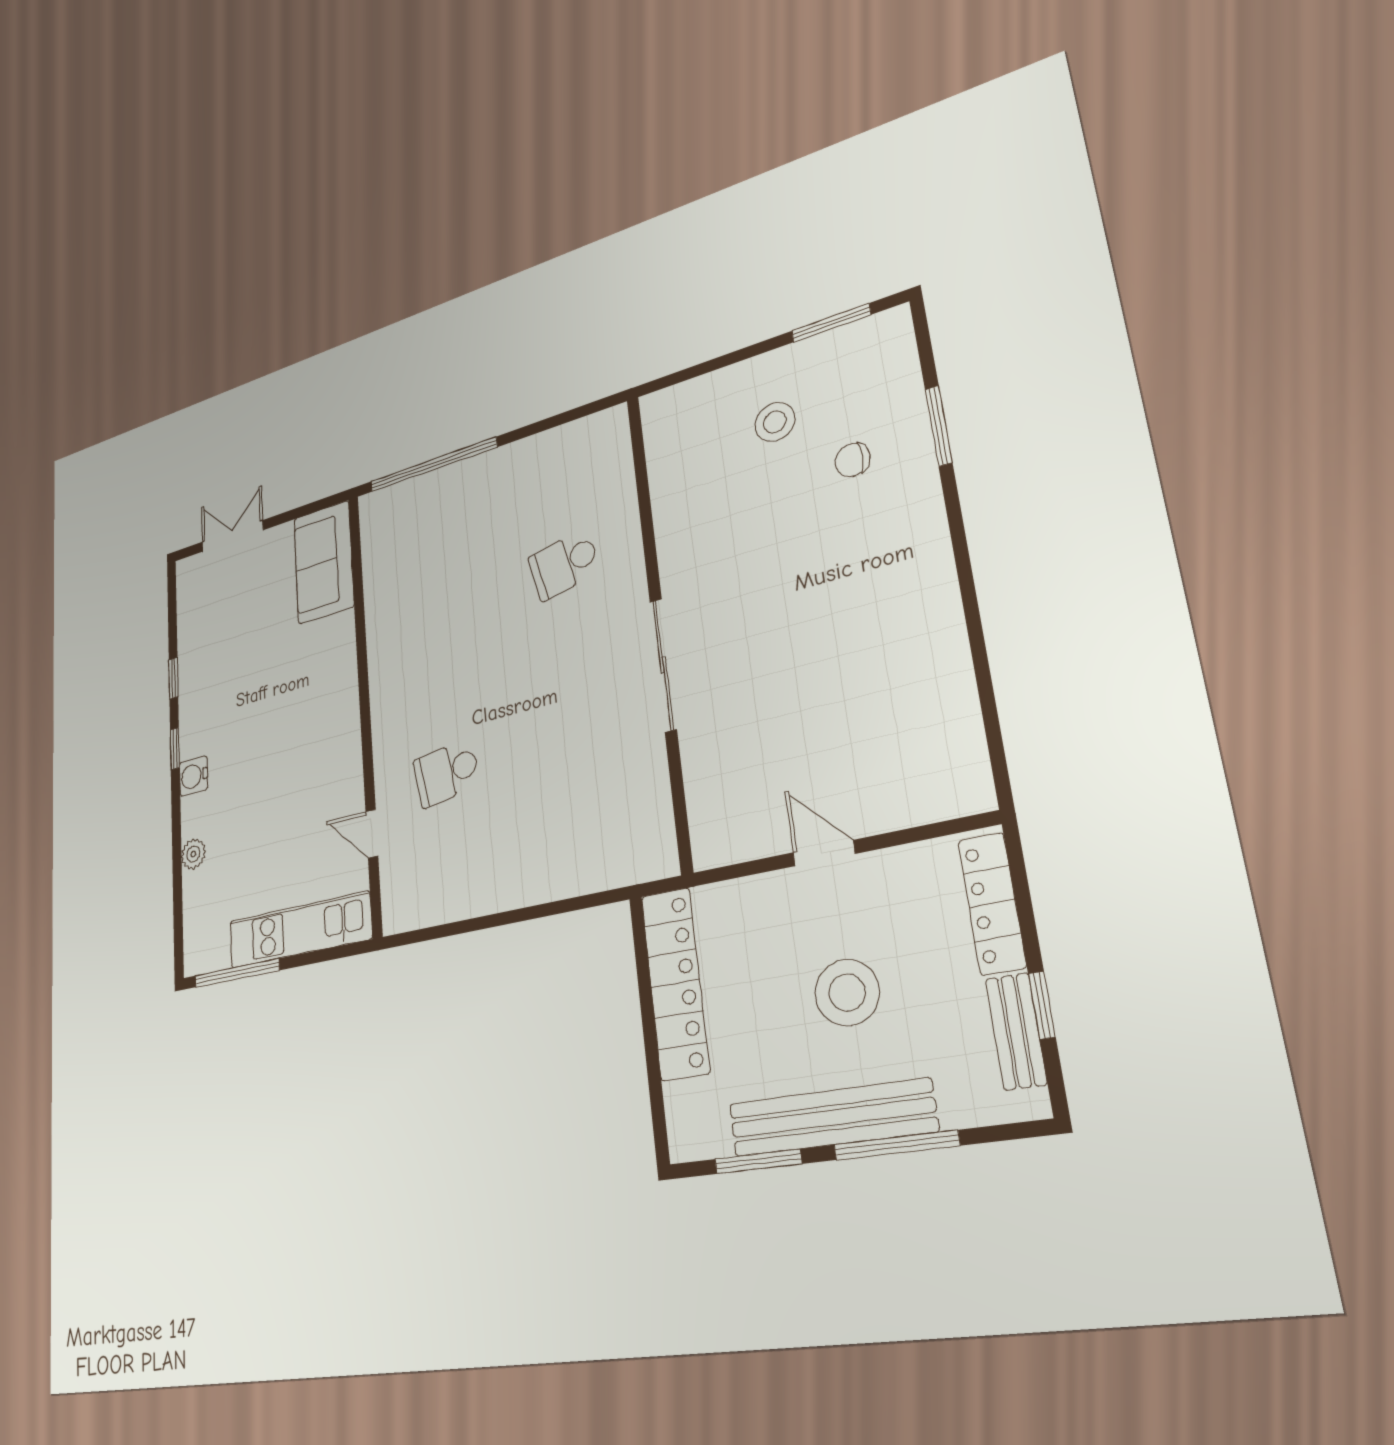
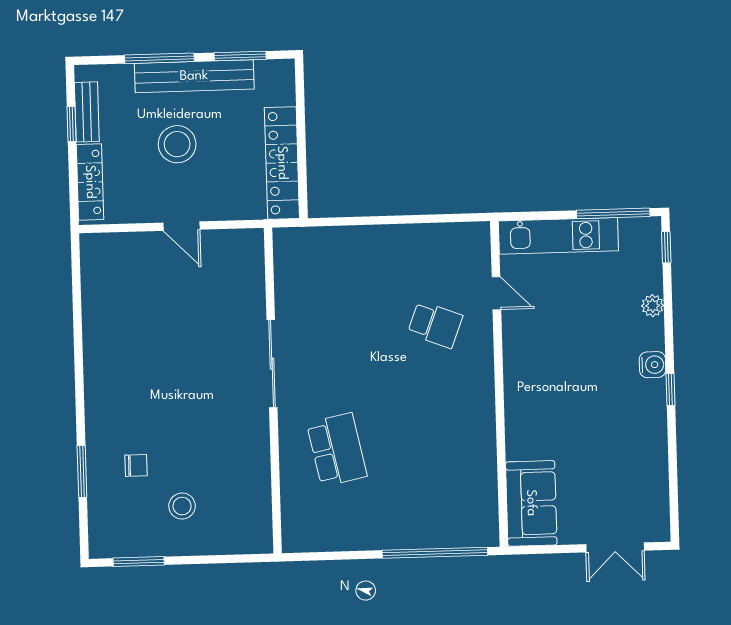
school desk: (564, 564) -> (337, 450), width x1.85
window: (173, 678) -> (666, 247), moved
school desk: (446, 773) -> (435, 325), turned 30

